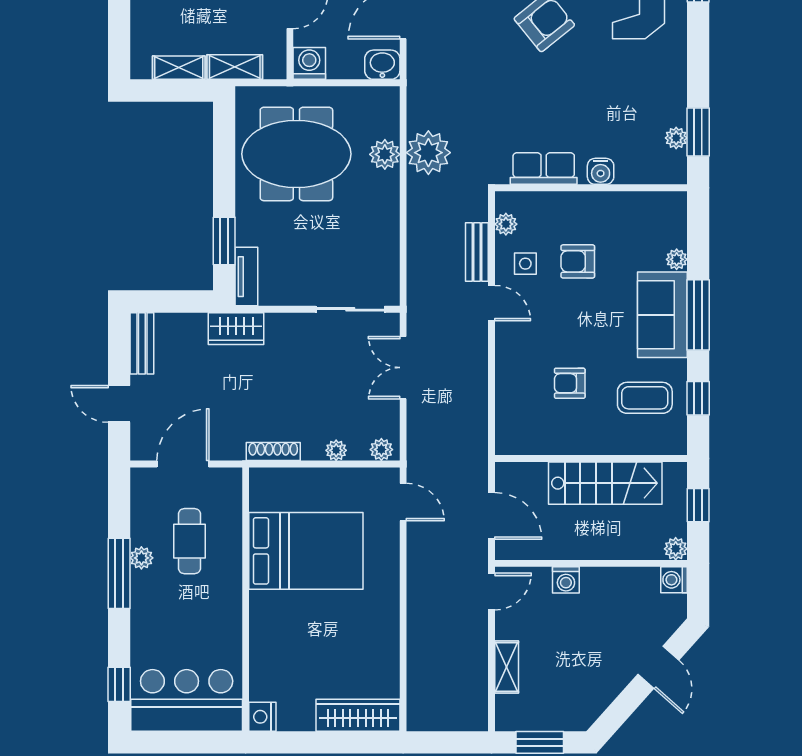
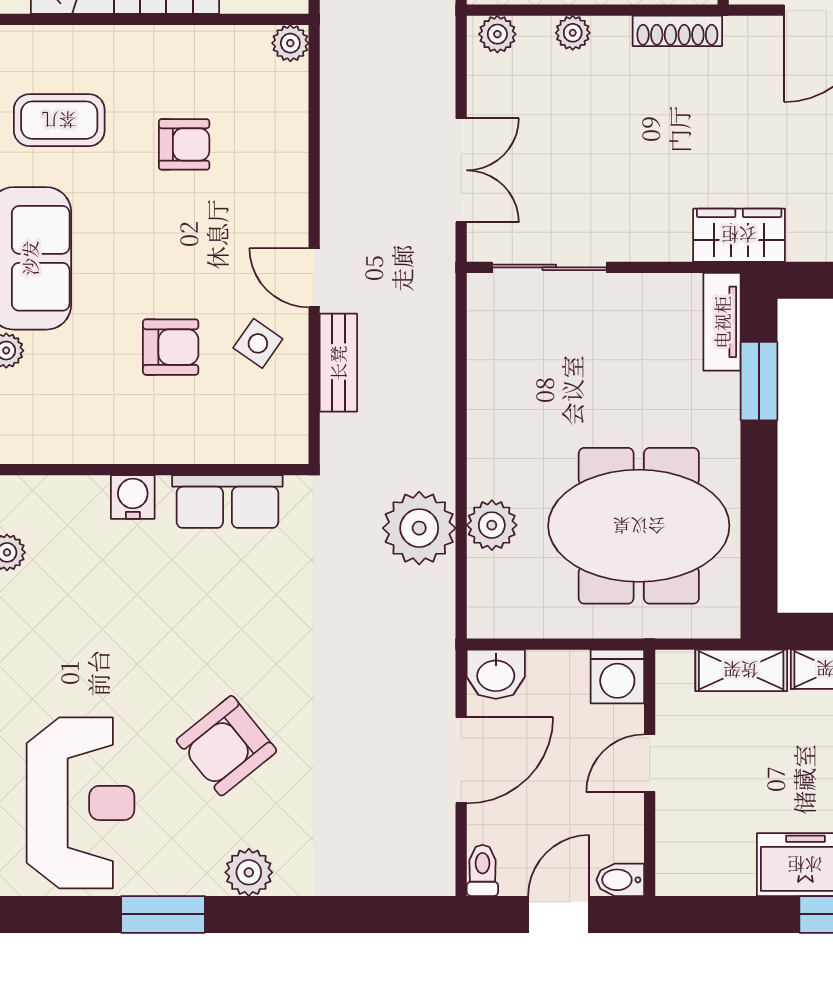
plant: (506, 224) -> (290, 43), moved
side table: (525, 264) -> (258, 343), turned 35

